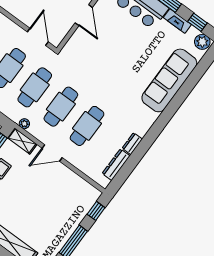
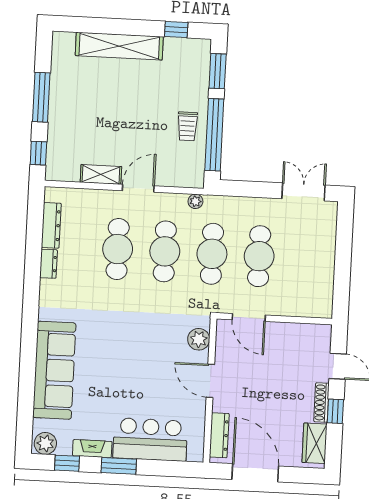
plant: (75, 43) -> (199, 339), added
shelving: (22, 141) -> (101, 174), moved

